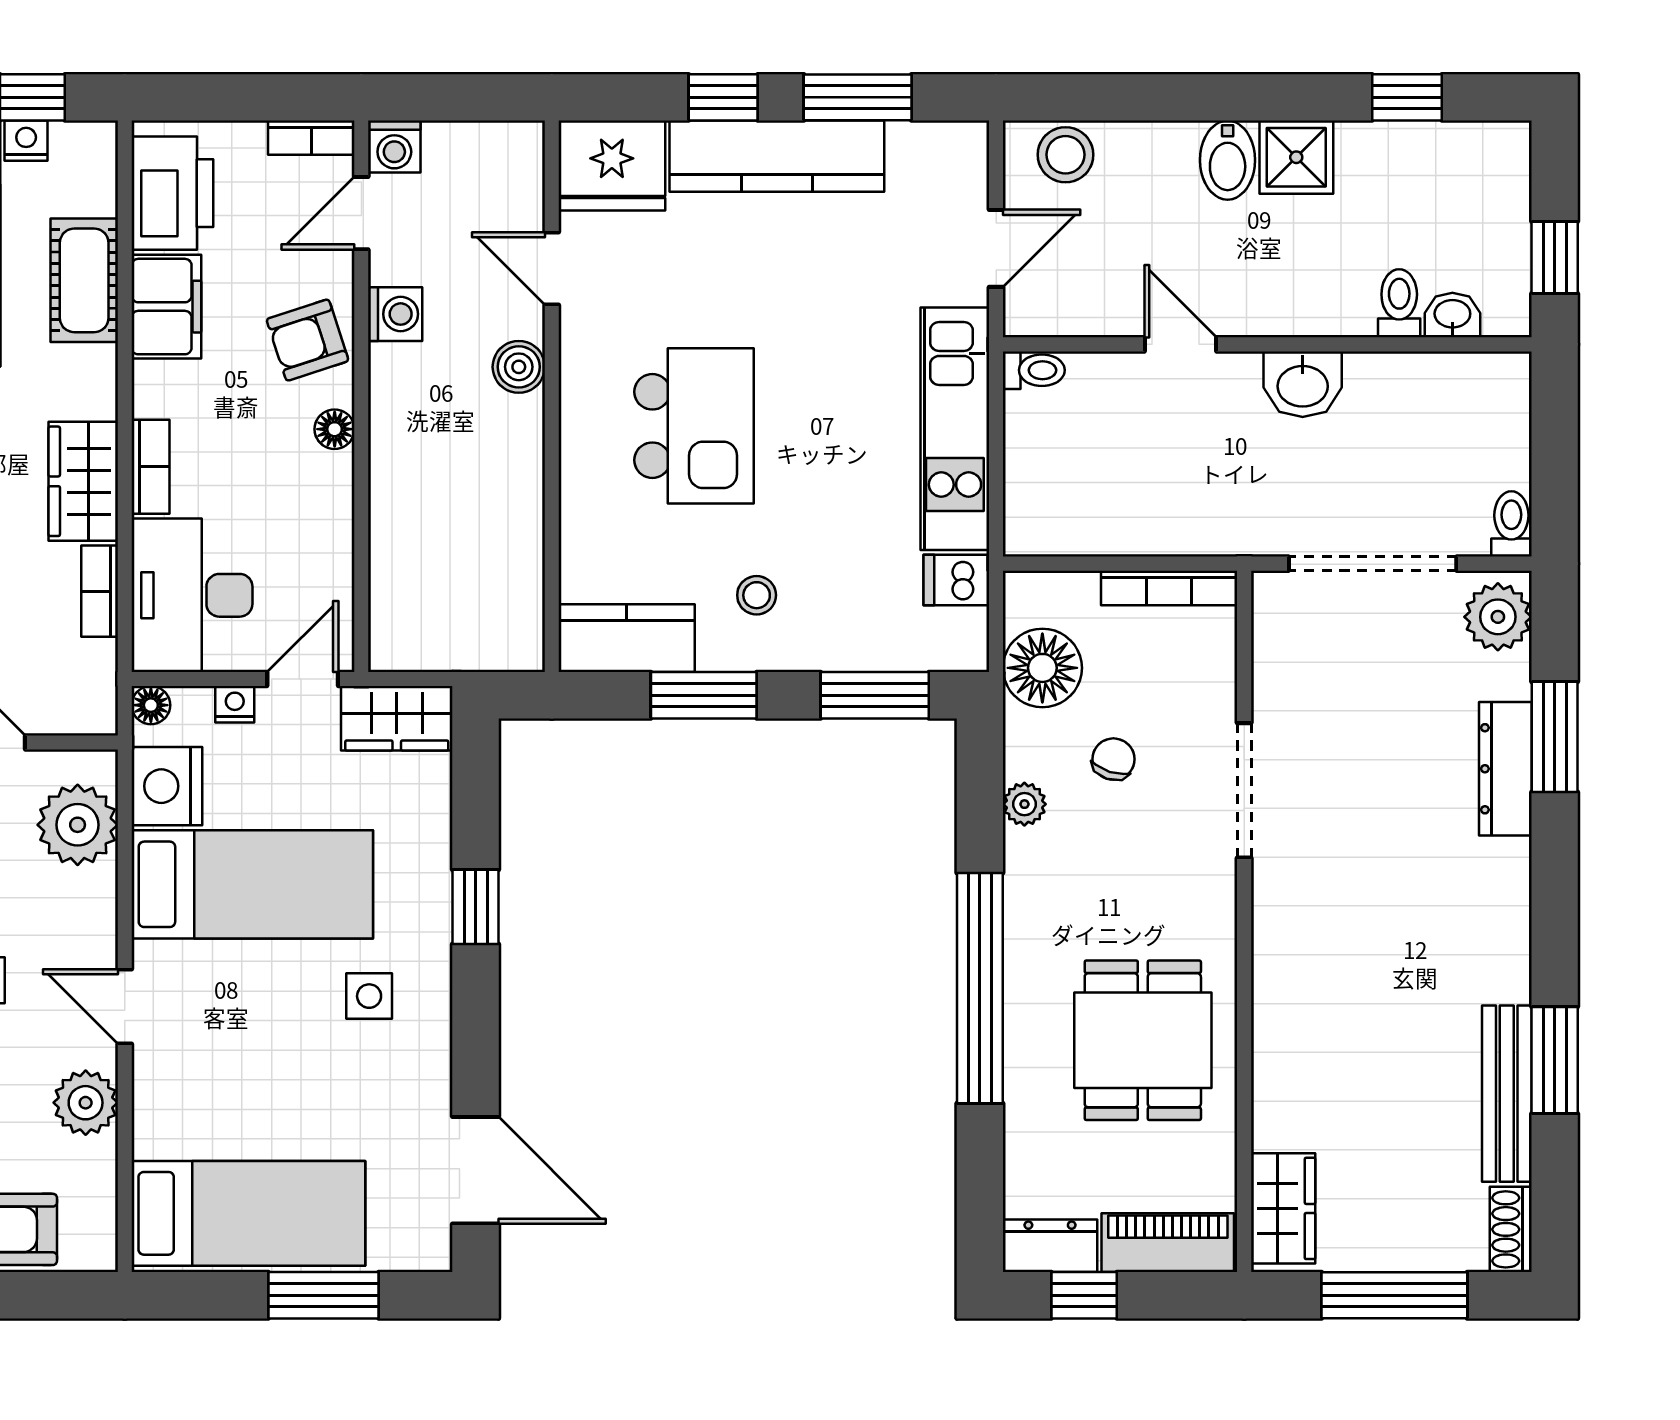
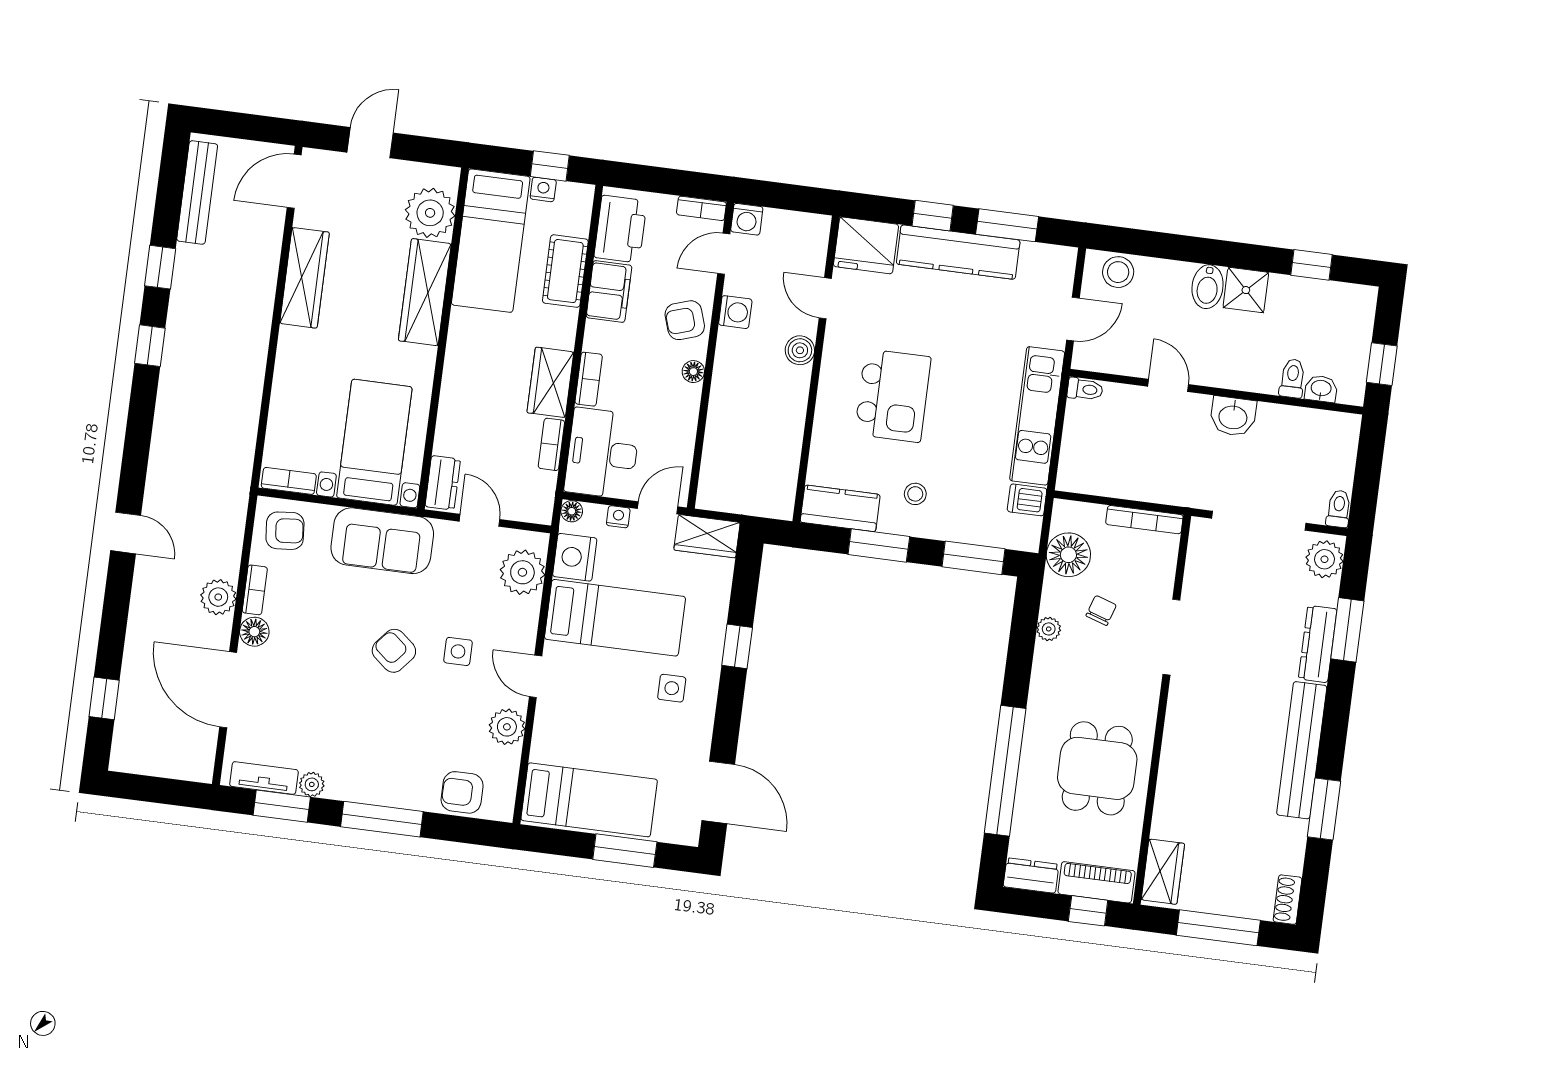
window: (980, 988) -> (1005, 771), moved
bench: (1507, 1094) -> (1302, 750), moved, width x1.37, depth x1.21
window: (1084, 1295) -> (1088, 911), moved

